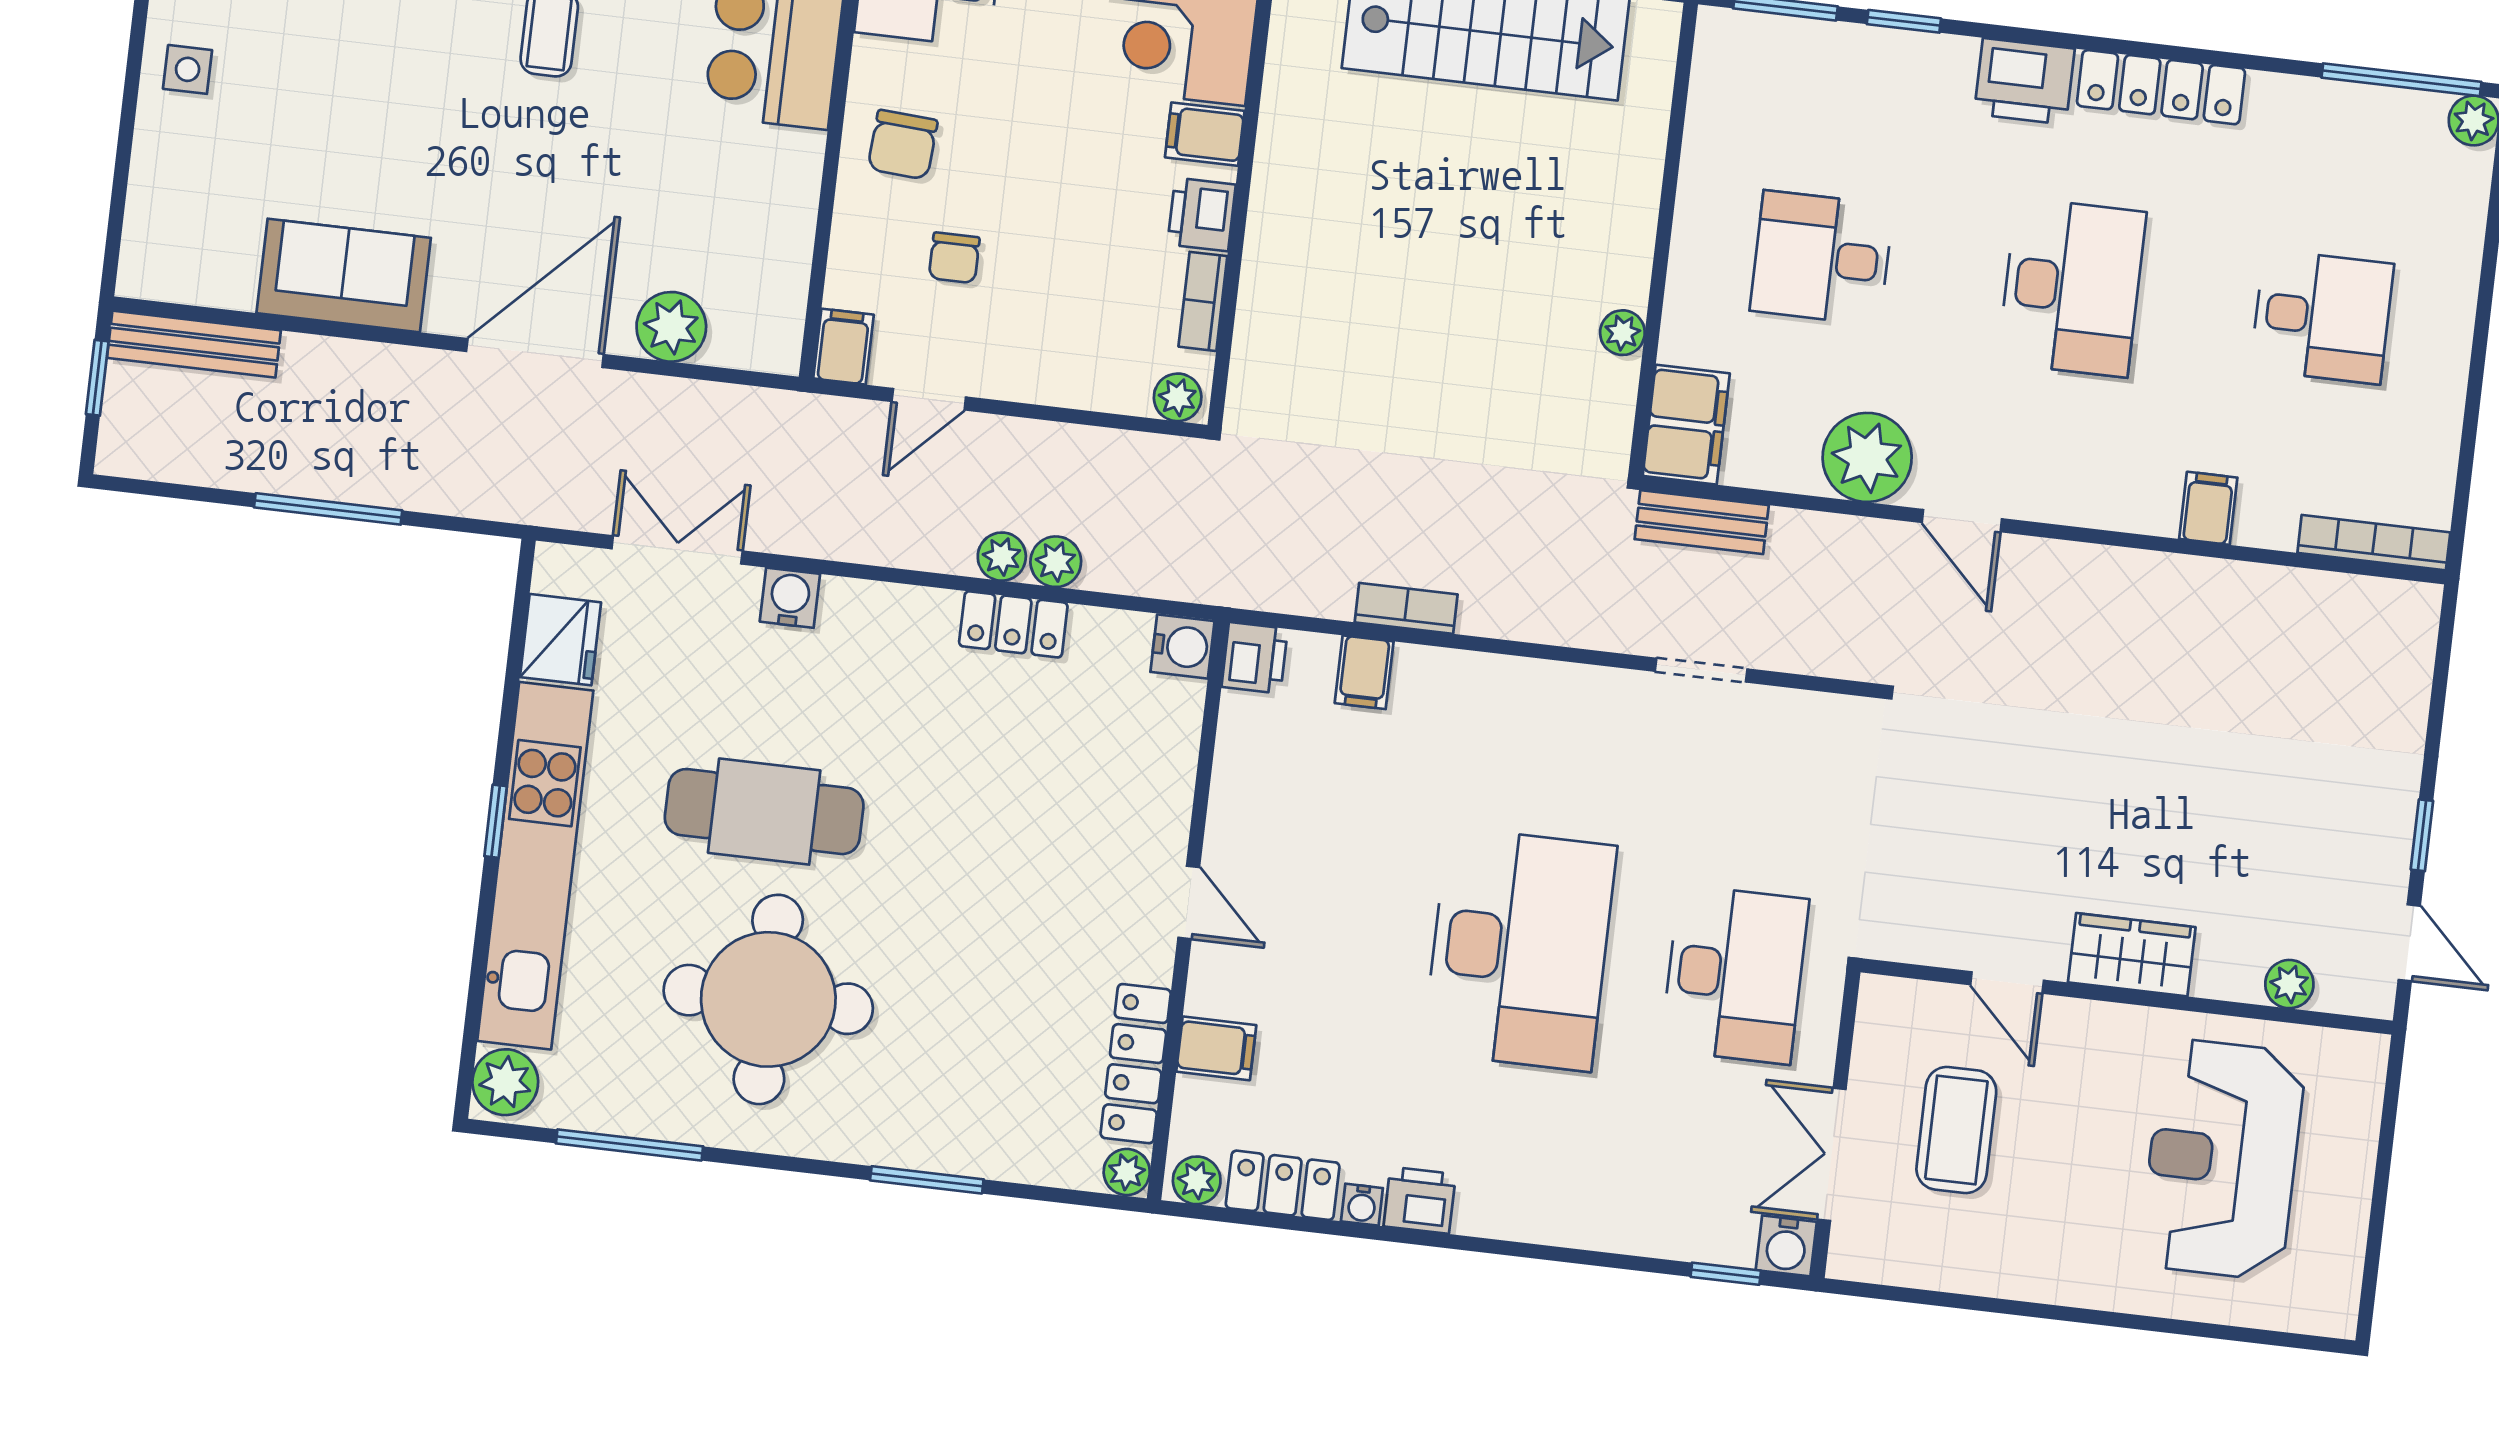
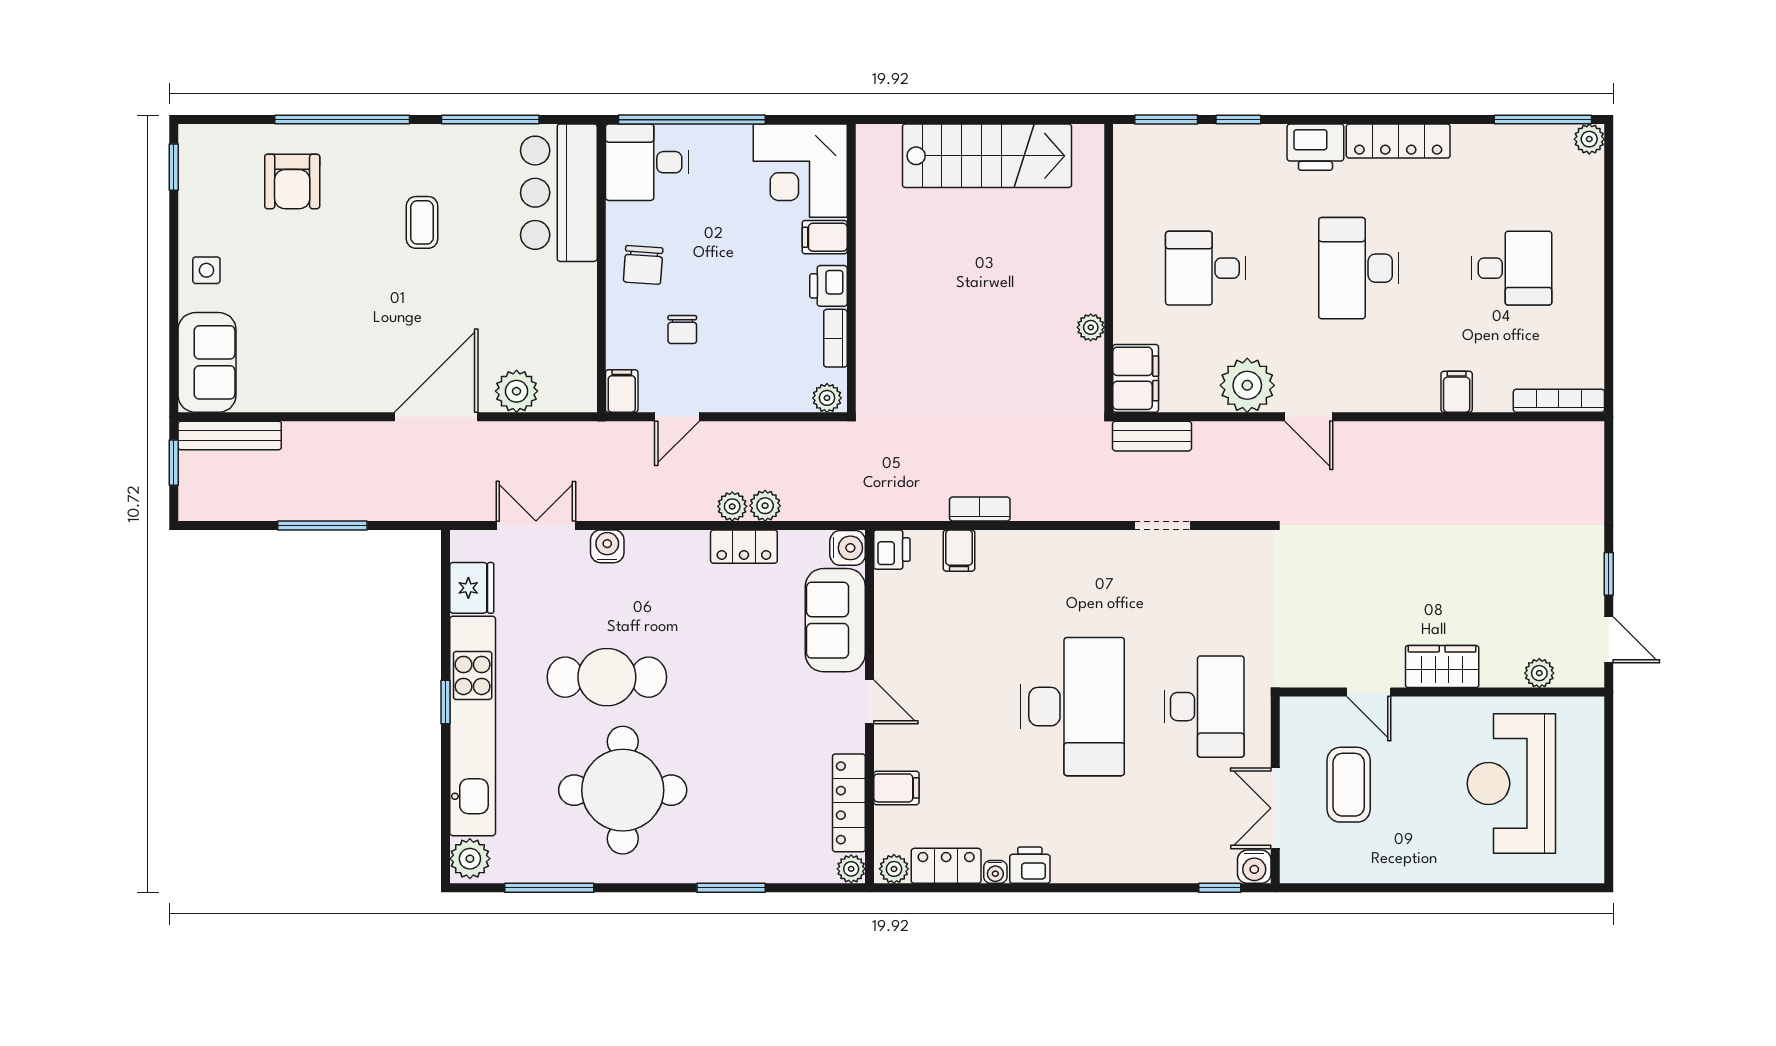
sofa: (344, 275) -> (207, 362), moved, turned 90
desk: (2072, 287) -> (1359, 268), turned 180
sofa: (1149, 762) -> (835, 620), added

